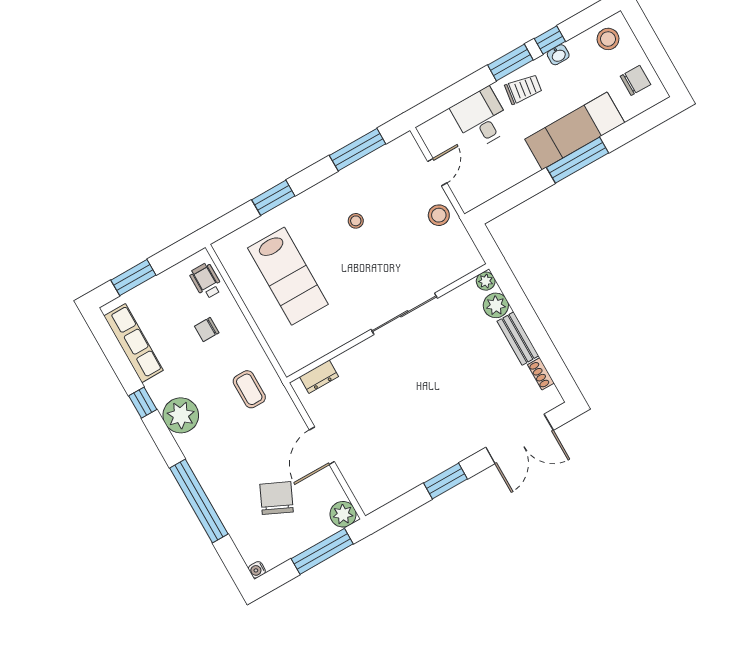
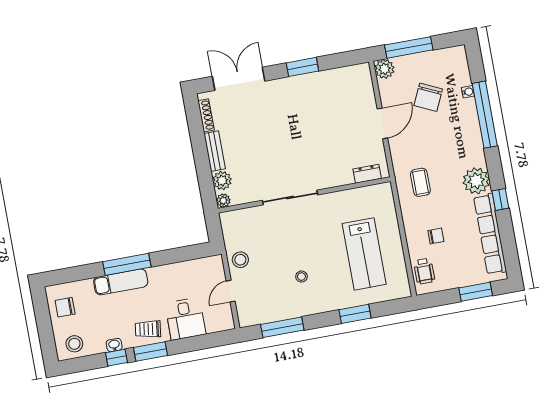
exam couch: (575, 131) -> (121, 282), width x0.73, depth x0.69
lab bench: (288, 276) -> (364, 254), turned 180
row of seats: (134, 343) -> (490, 234), width x1.36
shoe rack: (541, 374) -> (206, 115), width x1.43
water cooler: (257, 570) -> (468, 92), moved

